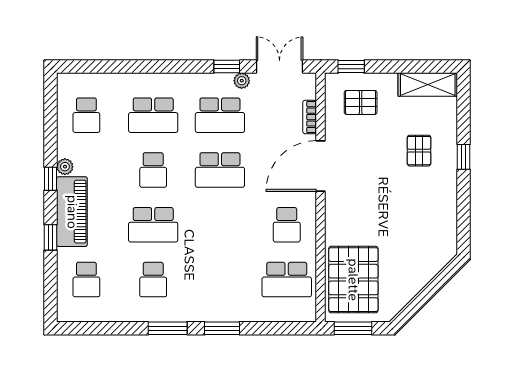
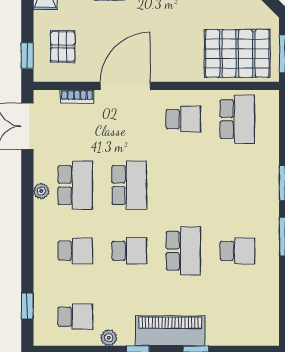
window: (227, 67) -> (27, 306), moved
plant: (242, 81) -> (41, 191), moved
school desk: (153, 115) -> (75, 251), width x0.54
door: (320, 166) -> (125, 86), swing flipped
plant: (65, 167) -> (109, 338), moved
school desk: (86, 280) -> (237, 317), removed

